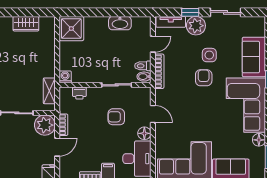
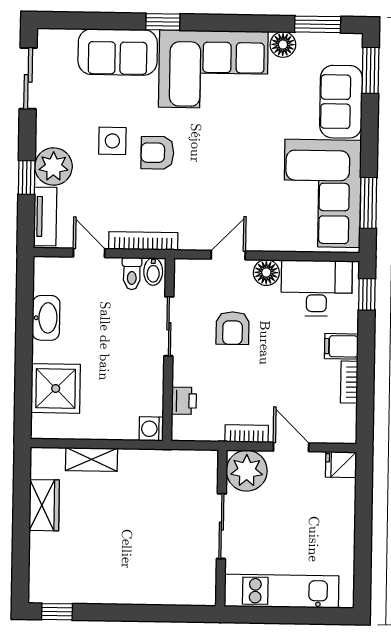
sliding door: (225, 12) -> (28, 78), moved
shower: (71, 29) -> (56, 388), moved
shelving: (49, 91) -> (92, 459), moved

